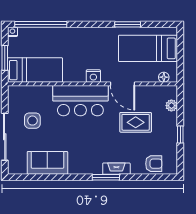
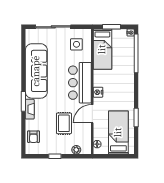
side table: (32, 121) -> (76, 44), moved
sofa: (47, 163) -> (36, 71), width x1.85, depth x1.27

